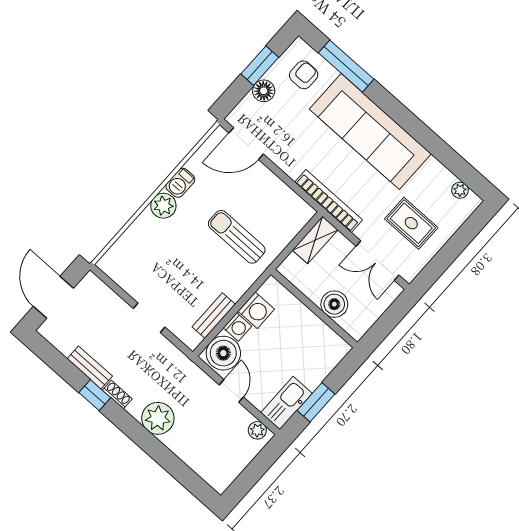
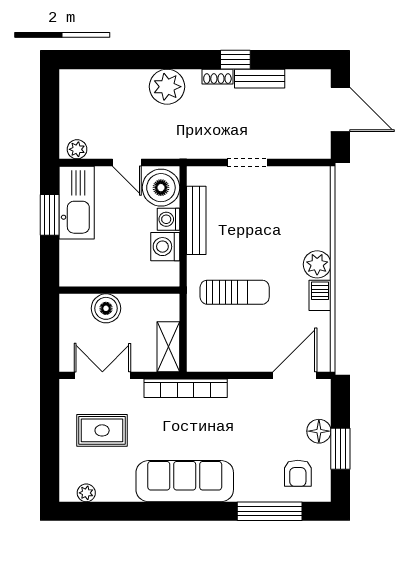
sofa: (370, 131) -> (185, 481), width x0.74, depth x0.79
bench: (214, 315) -> (196, 220), width x1.36
kitchen sink: (286, 403) -> (77, 203), width x1.36, depth x1.24

